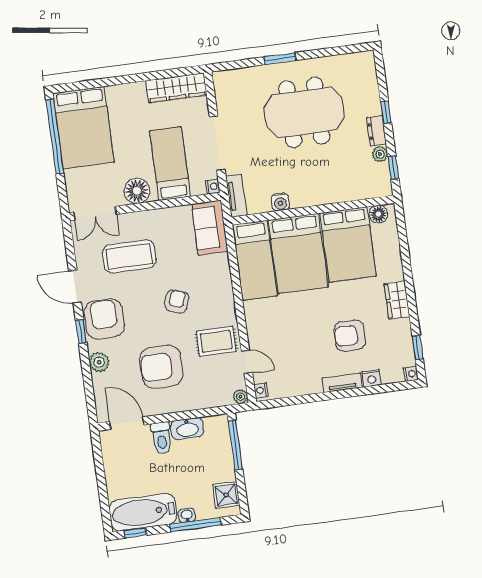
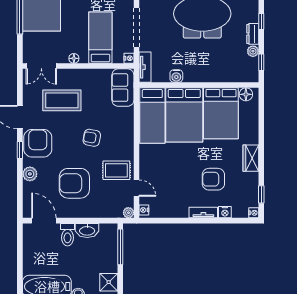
floor lamp: (137, 191) -> (74, 58), width x0.53, depth x0.53
armchair: (177, 302) -> (92, 138), turned -99

